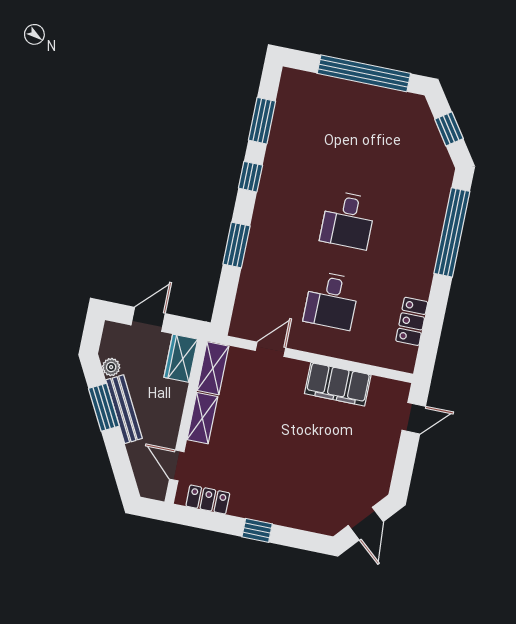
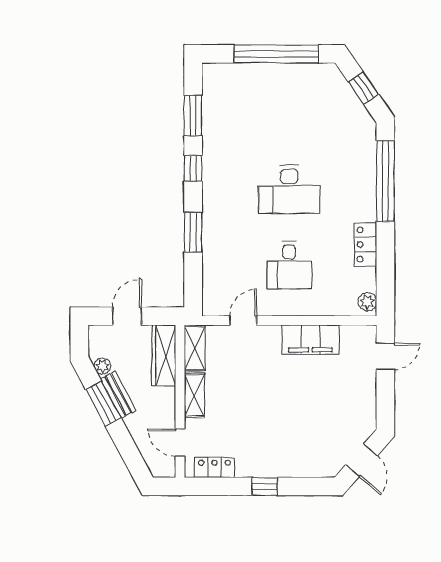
desk: (348, 220) -> (289, 189), width x1.37
locker: (412, 321) -> (366, 244), moved
plant: (407, 357) -> (367, 302), added
wardrobe: (181, 358) -> (164, 355), width x1.50
bench: (124, 409) -> (118, 394), width x0.73

